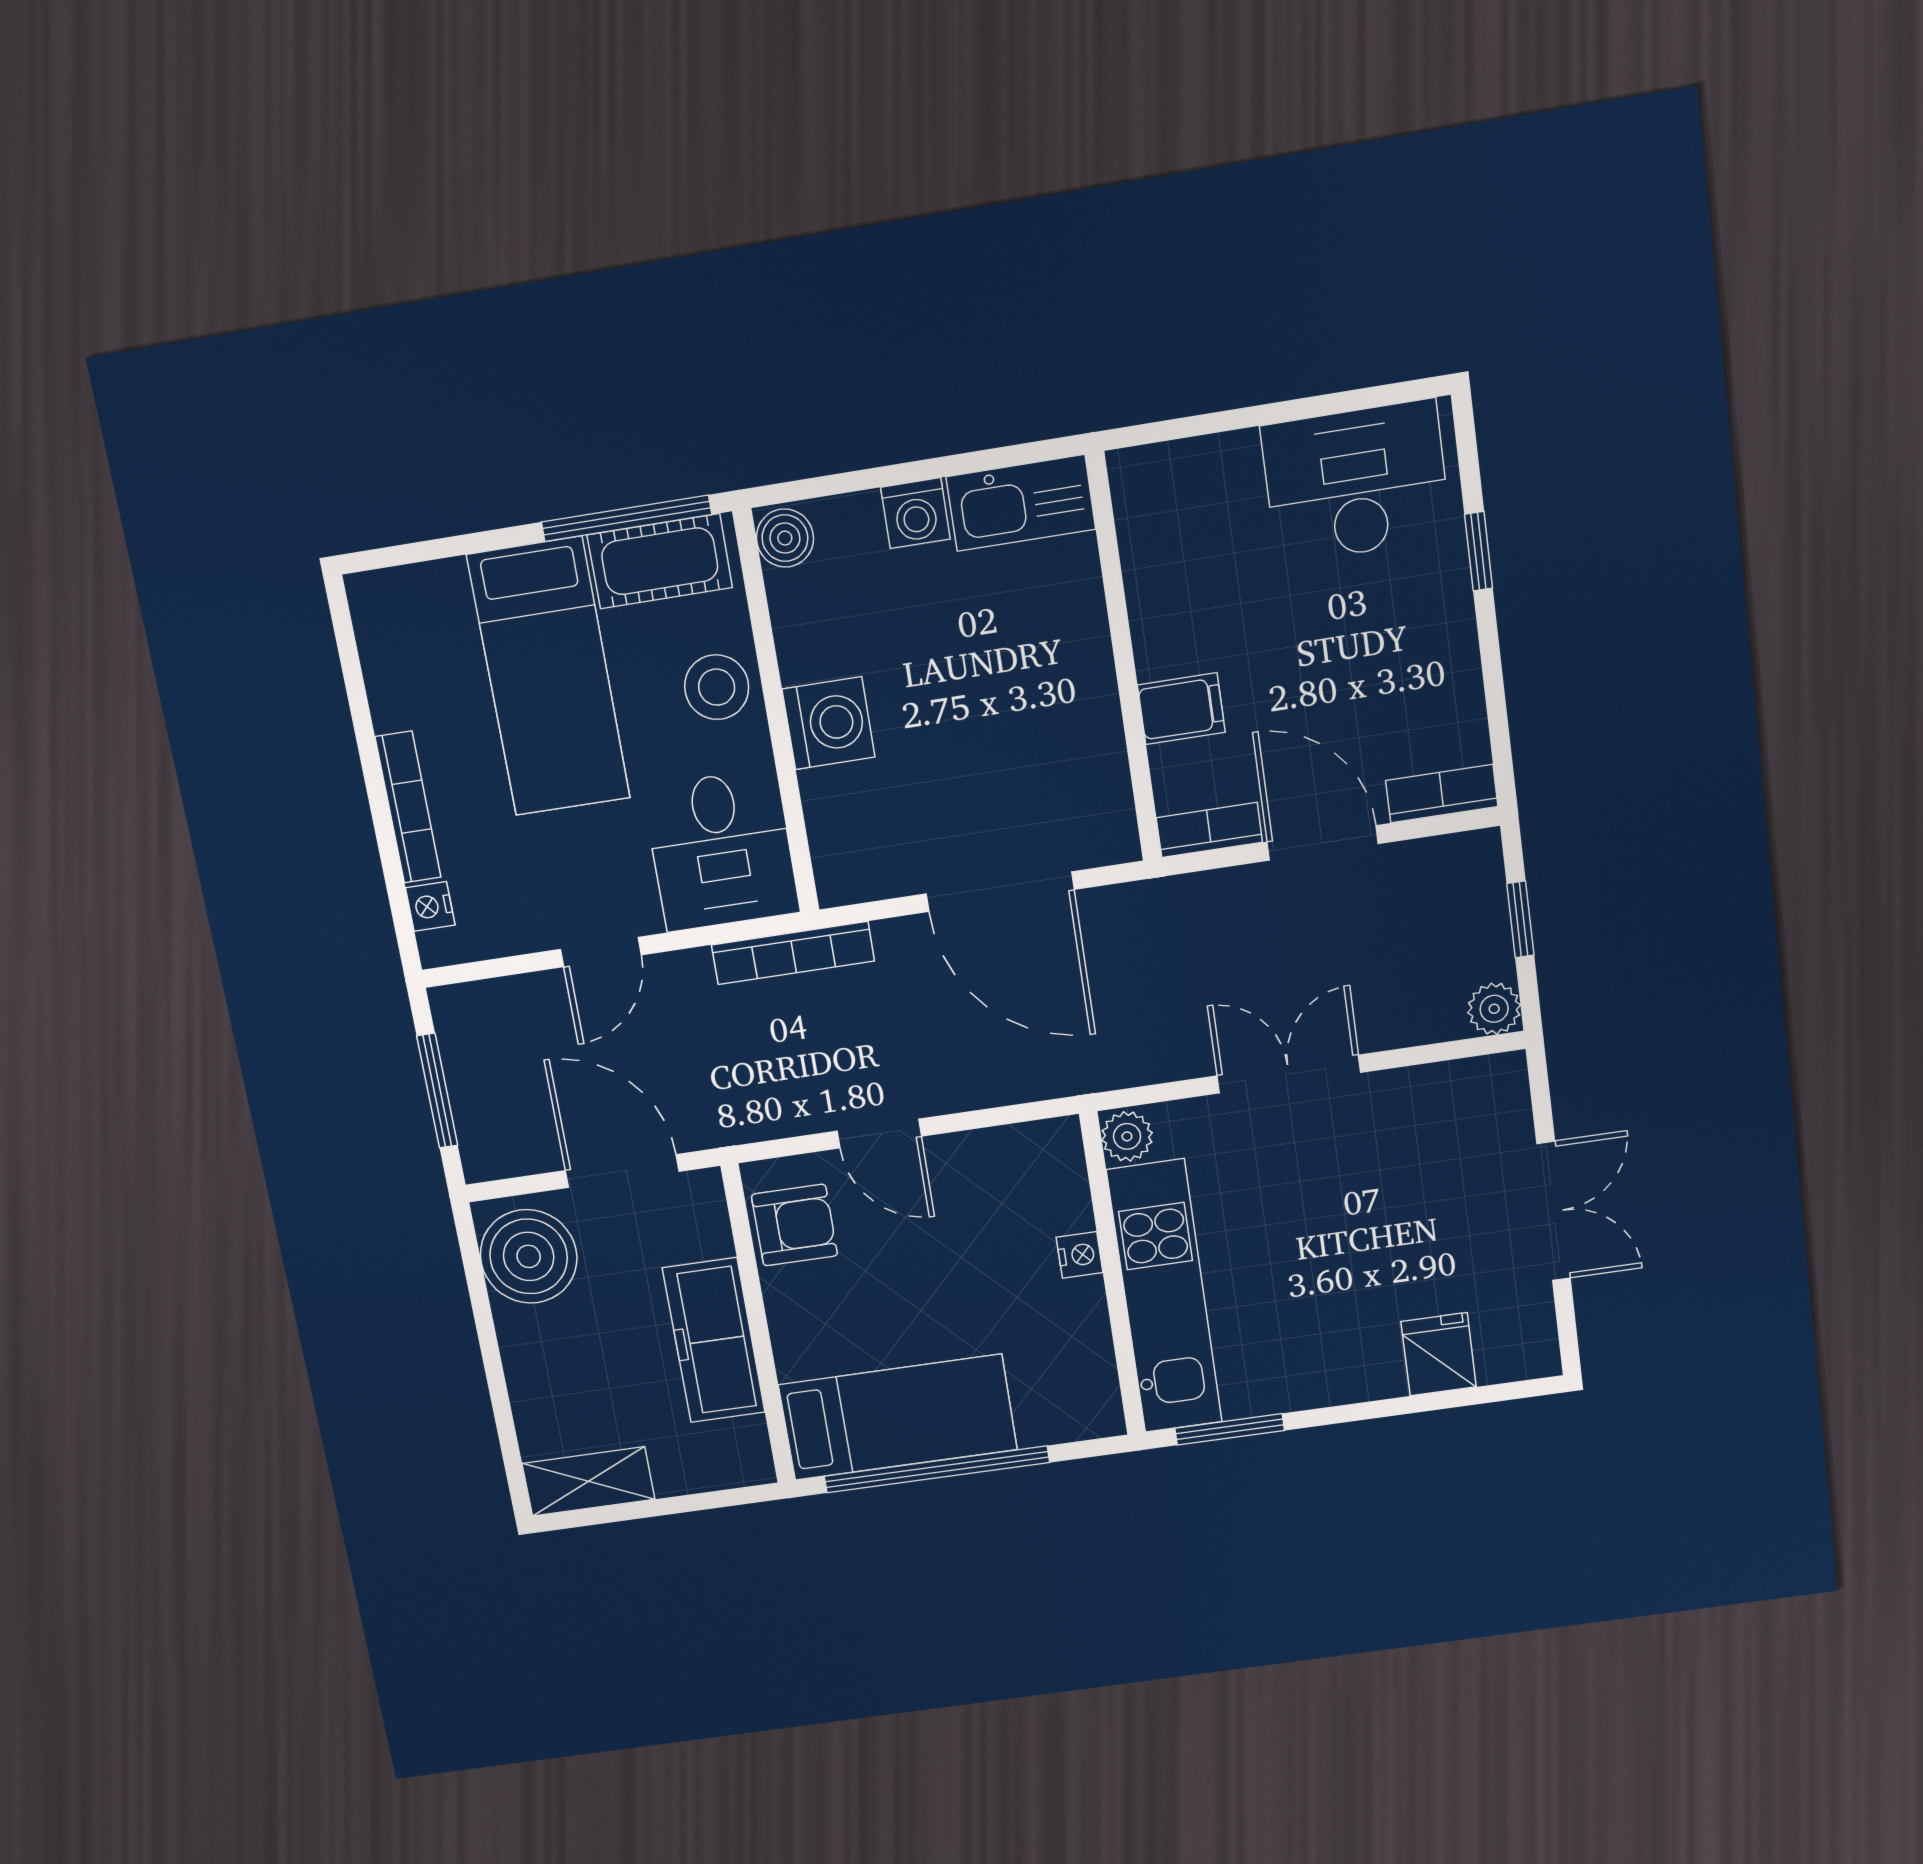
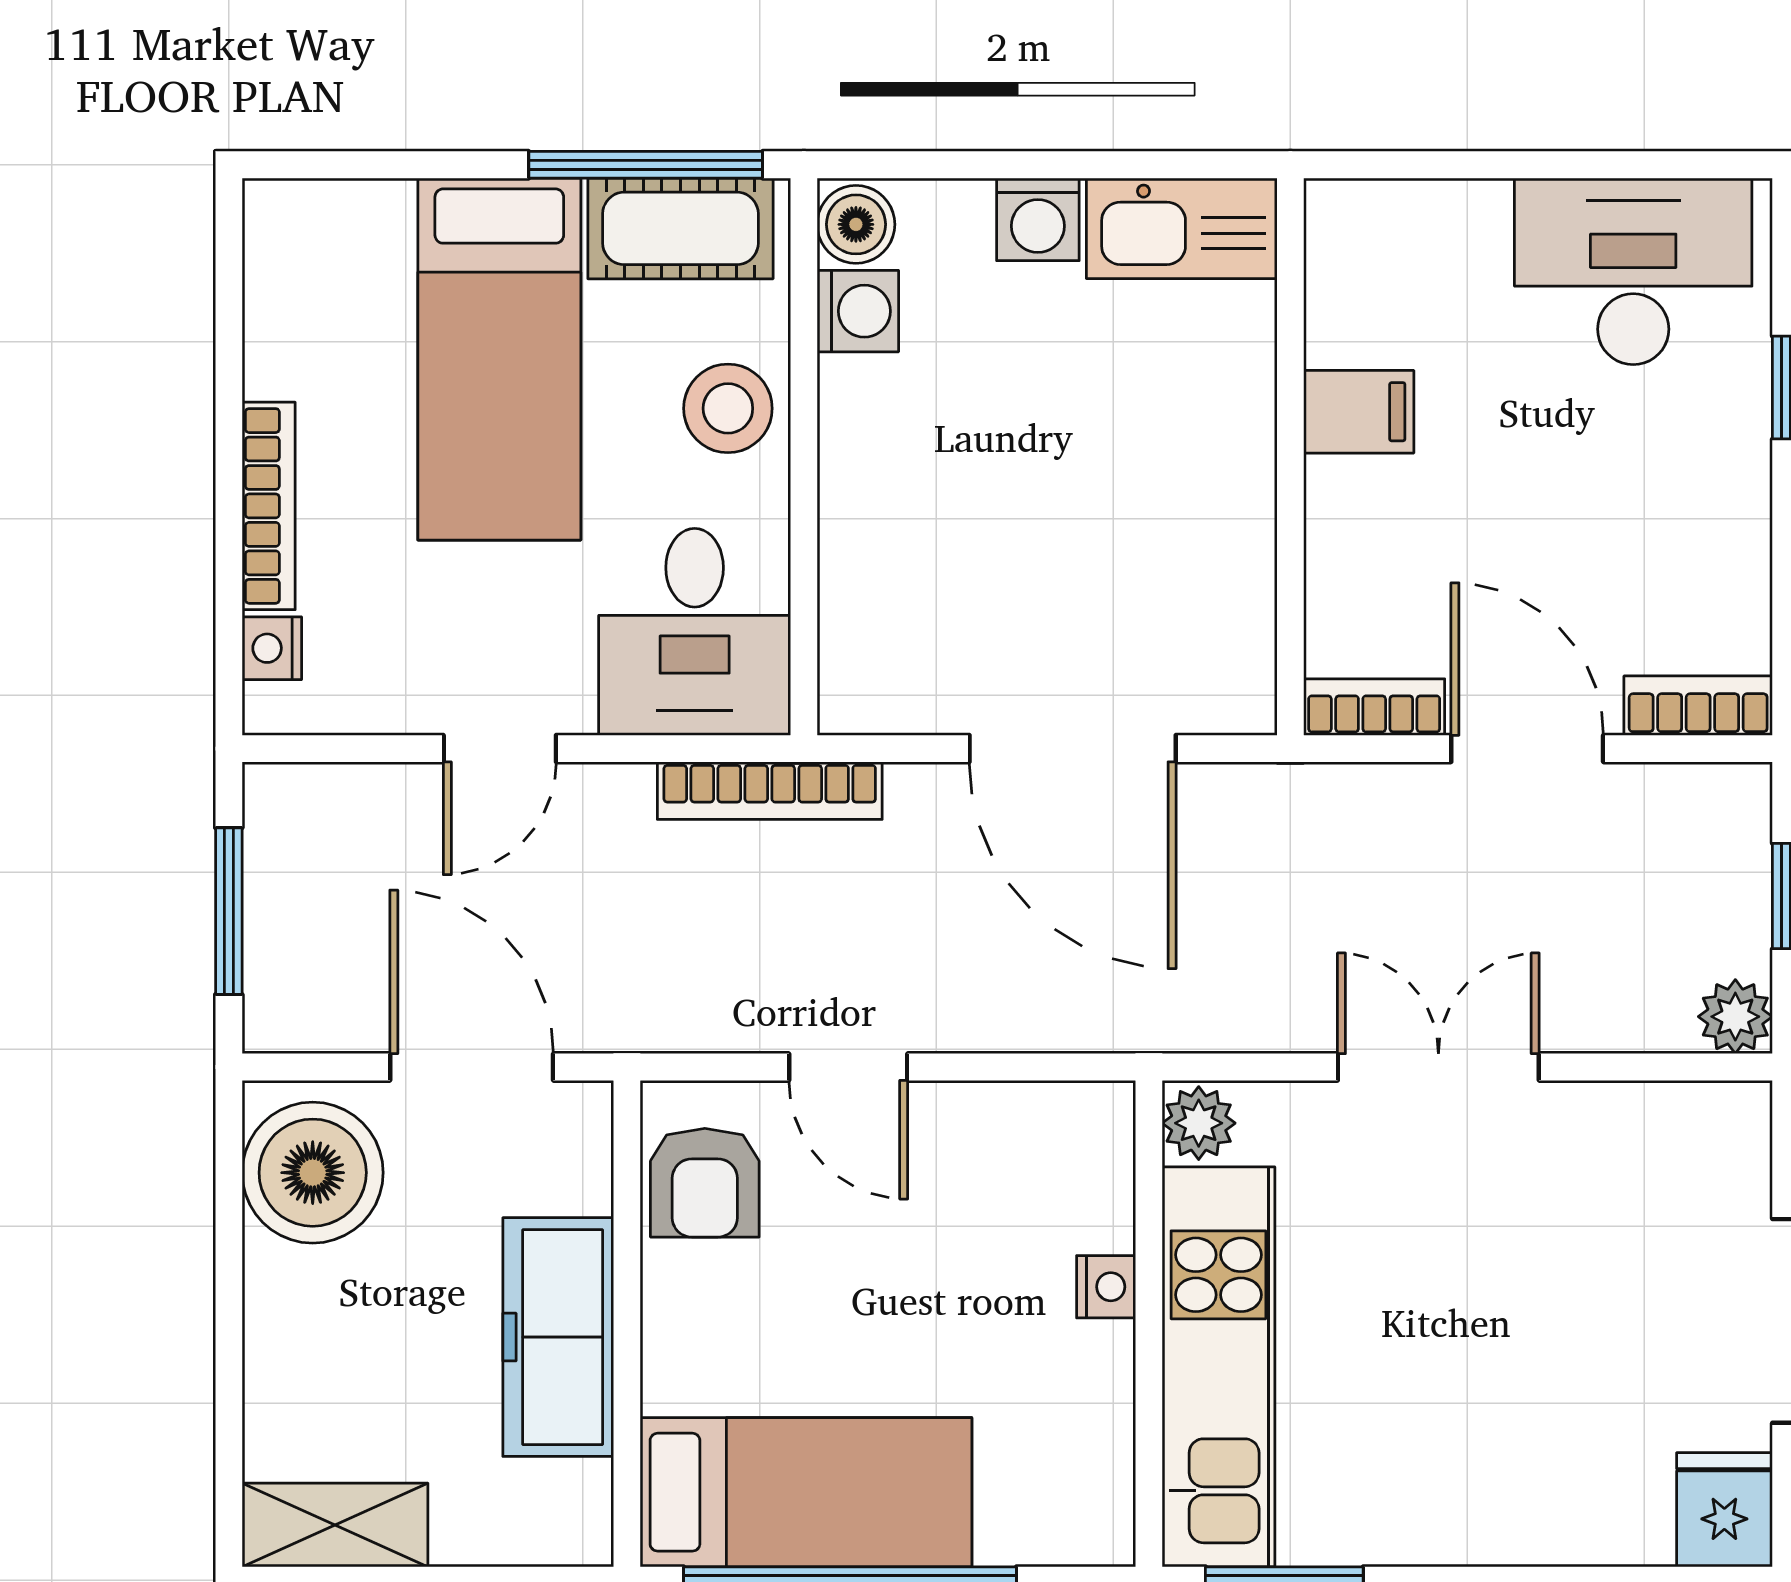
filing cabinet: (1181, 709) -> (1359, 412), moved
washing machine: (828, 723) -> (858, 311), moved, width x0.73, depth x0.73
armchair: (794, 1225) -> (705, 1183), turned 90
fridge: (1439, 1354) -> (1724, 1510), moved

